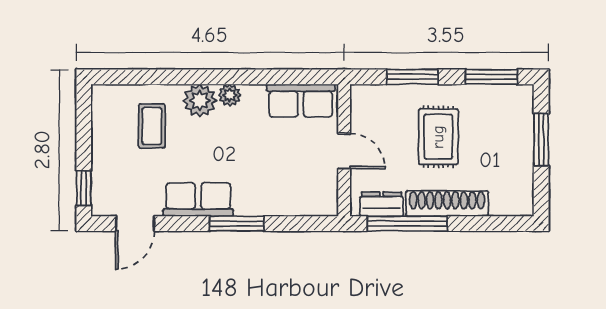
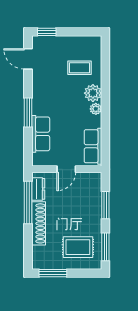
rug: (438, 137) -> (78, 247), moved
window: (541, 140) -> (53, 273), moved
row of seats: (198, 200) -> (41, 134), moved

